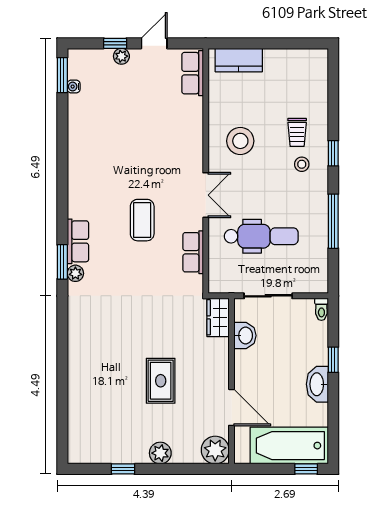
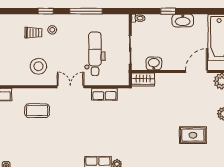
coffee table: (142, 220) -> (37, 111), moved
rug: (161, 381) -> (193, 135), moved

